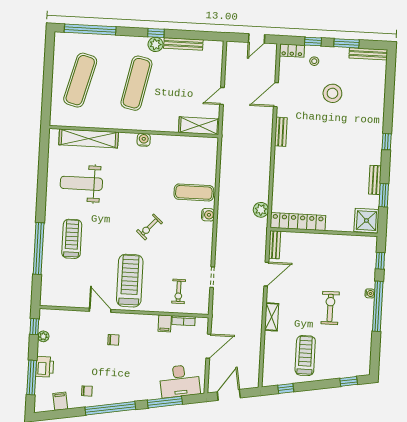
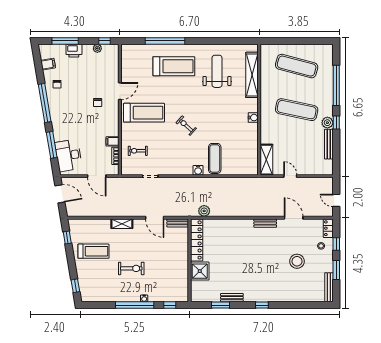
window: (90, 29) -> (336, 85), moved
shower: (366, 221) -> (200, 271), moved
treadmill: (72, 239) -> (174, 66), width x1.37, depth x1.38

